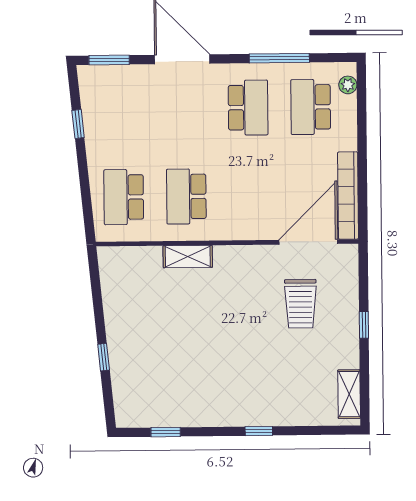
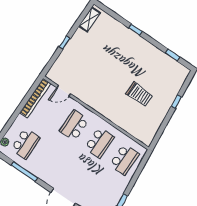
school desk: (248, 108) -> (74, 125), moved
door: (308, 242) -> (64, 91), width x0.53
shelving: (188, 257) -> (115, 118), removed
trolley: (301, 304) -> (139, 94), moved, turned 90

